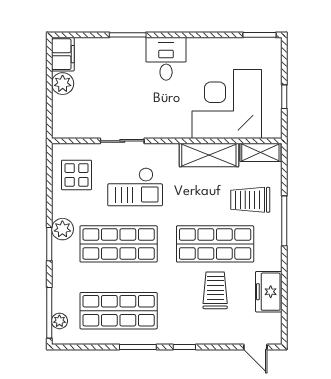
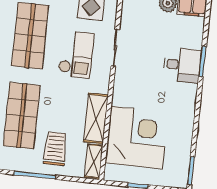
desk: (166, 59) -> (182, 65), moved
checkout: (135, 187) -> (76, 54), turned 180

